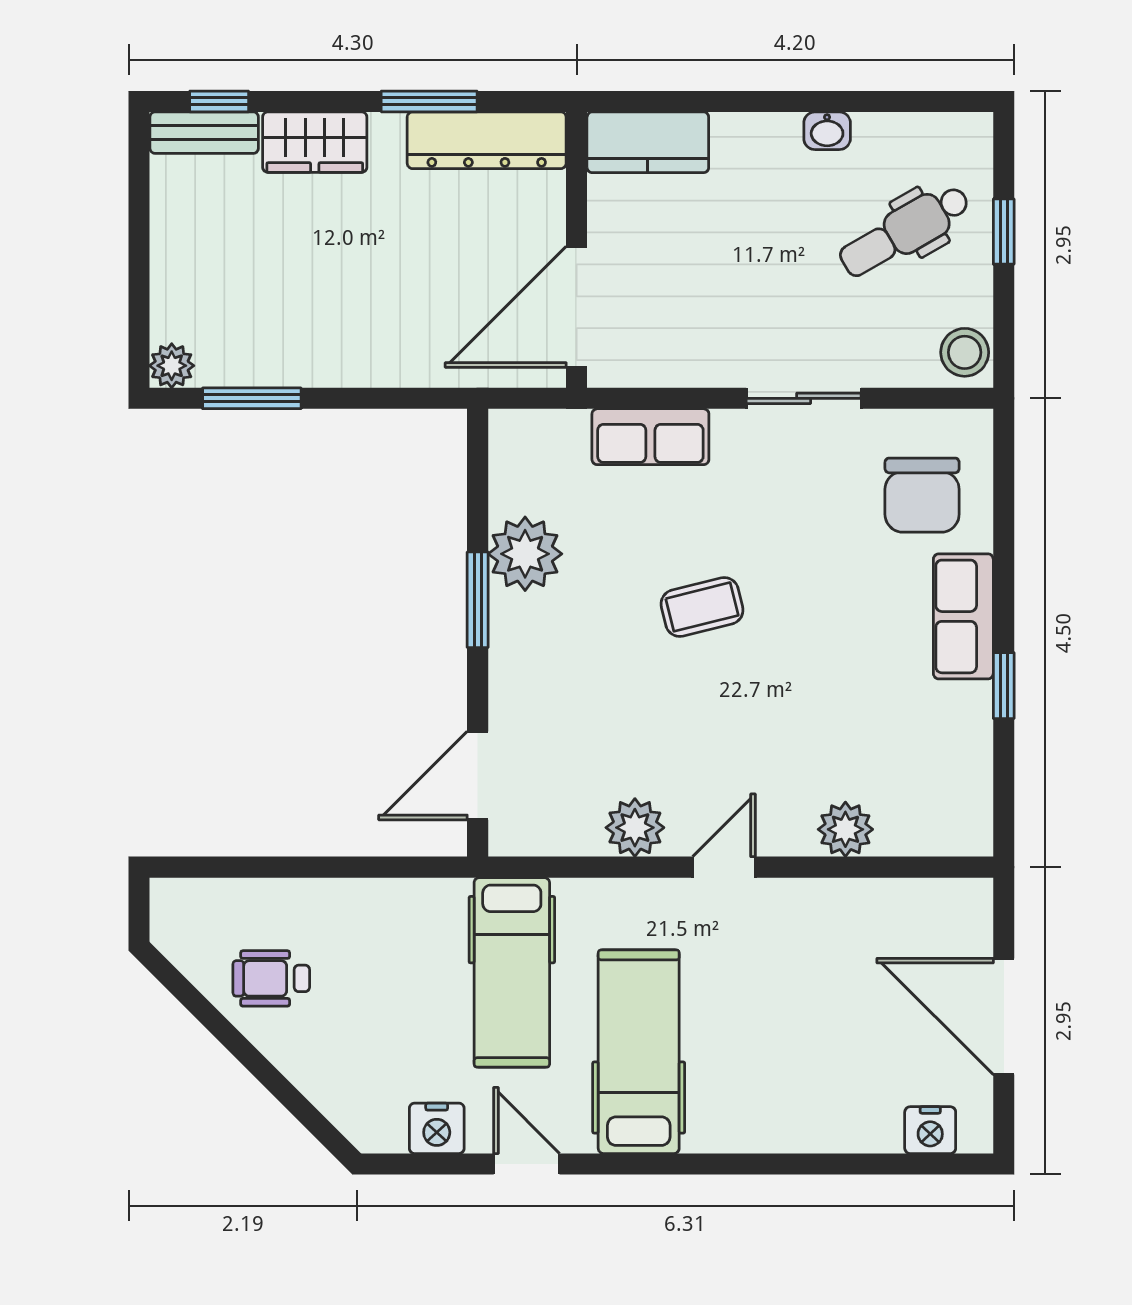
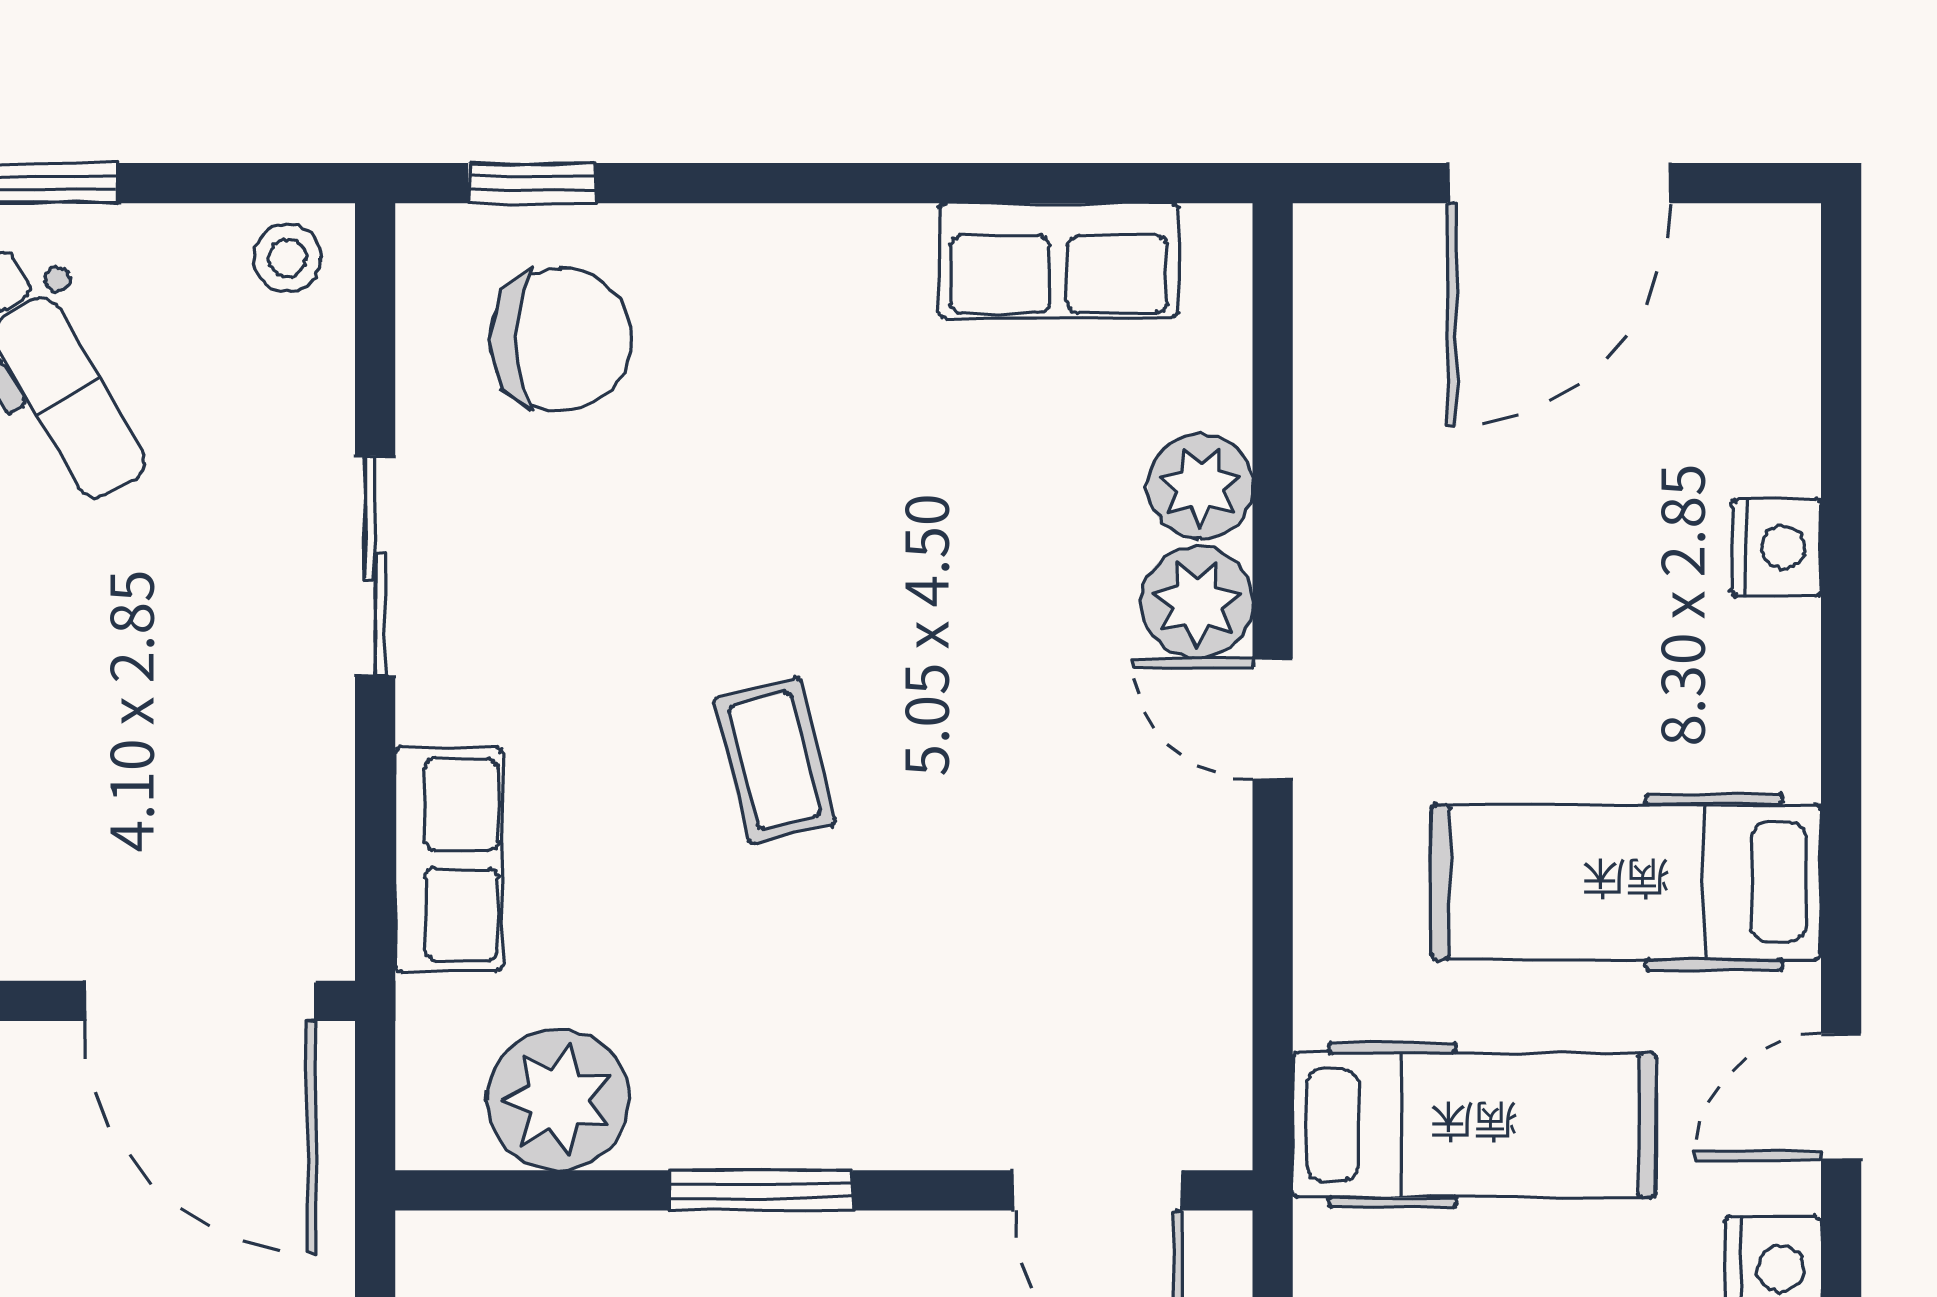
stool: (965, 352) -> (287, 258), width x0.73, depth x0.73
plant: (525, 554) -> (558, 1100), moved
row of seats: (963, 616) -> (1059, 260), moved
window: (1004, 686) -> (532, 183), moved
plant: (635, 828) -> (1197, 602), moved
nightstand: (930, 1130) -> (1776, 547), moved

